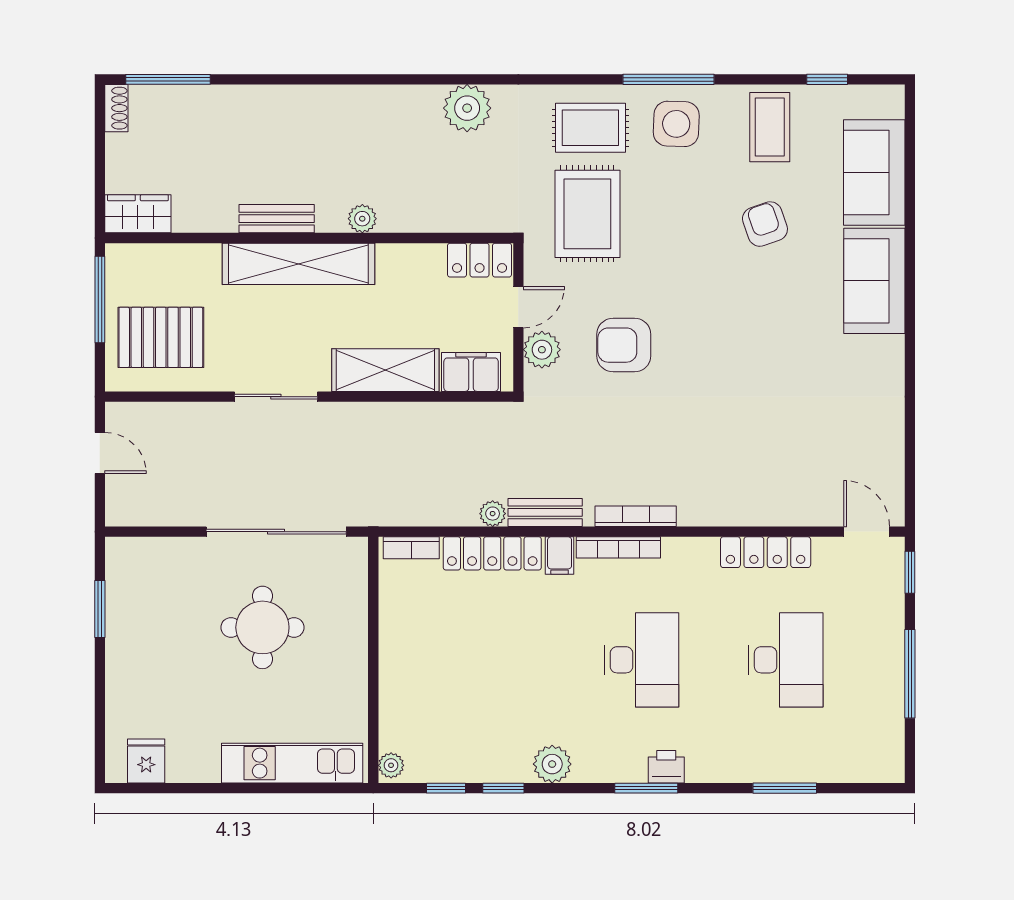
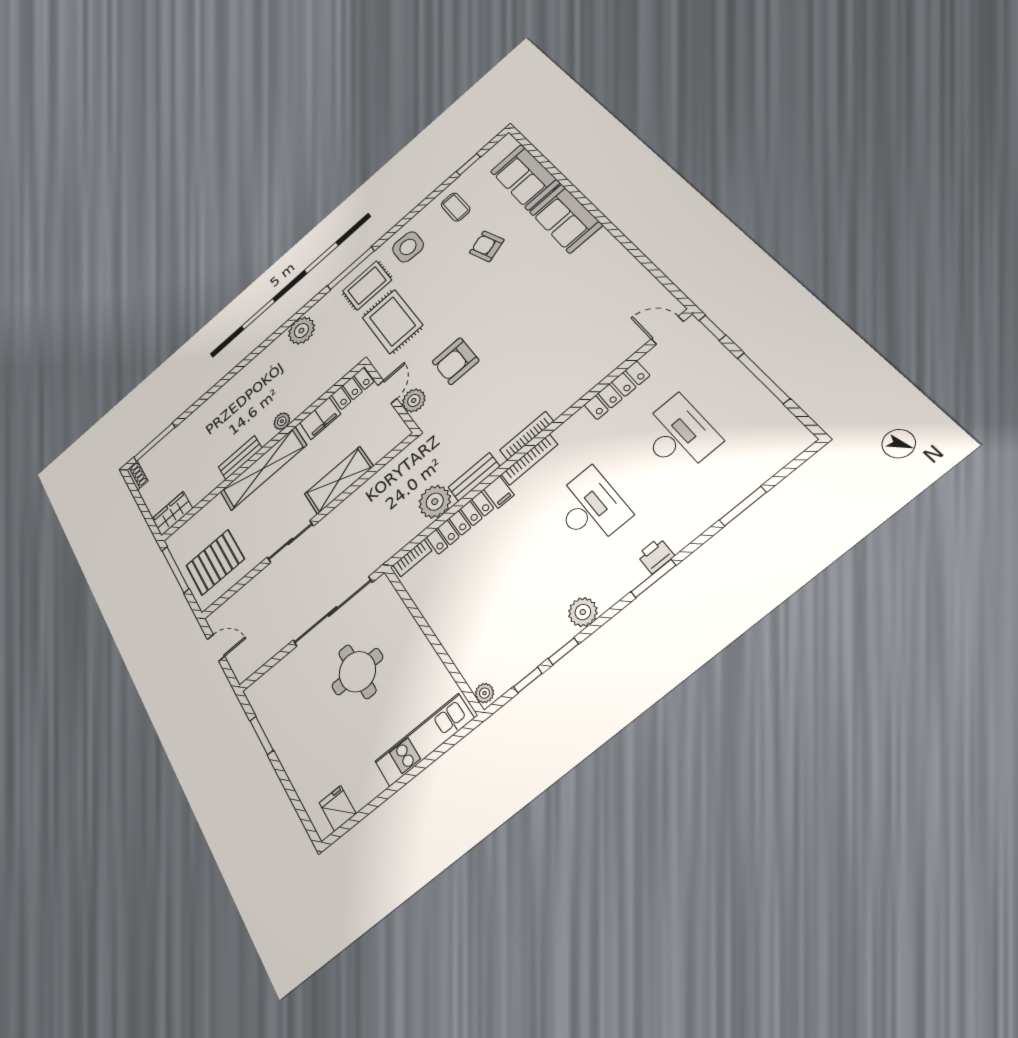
window: (669, 79) -> (351, 268), moved
coffee table: (770, 127) -> (456, 207), width x0.73, depth x0.77
filing cabinet: (471, 372) -> (320, 418), moved, turned 180
plant: (493, 514) -> (435, 502), width x1.88, depth x1.88

